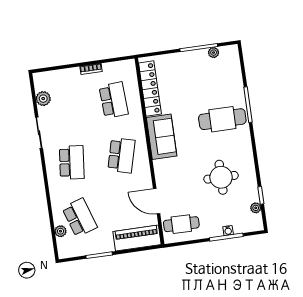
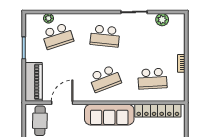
sofa: (162, 137) -> (109, 115), width x1.36
school desk: (121, 155) -> (105, 79), turned -36

